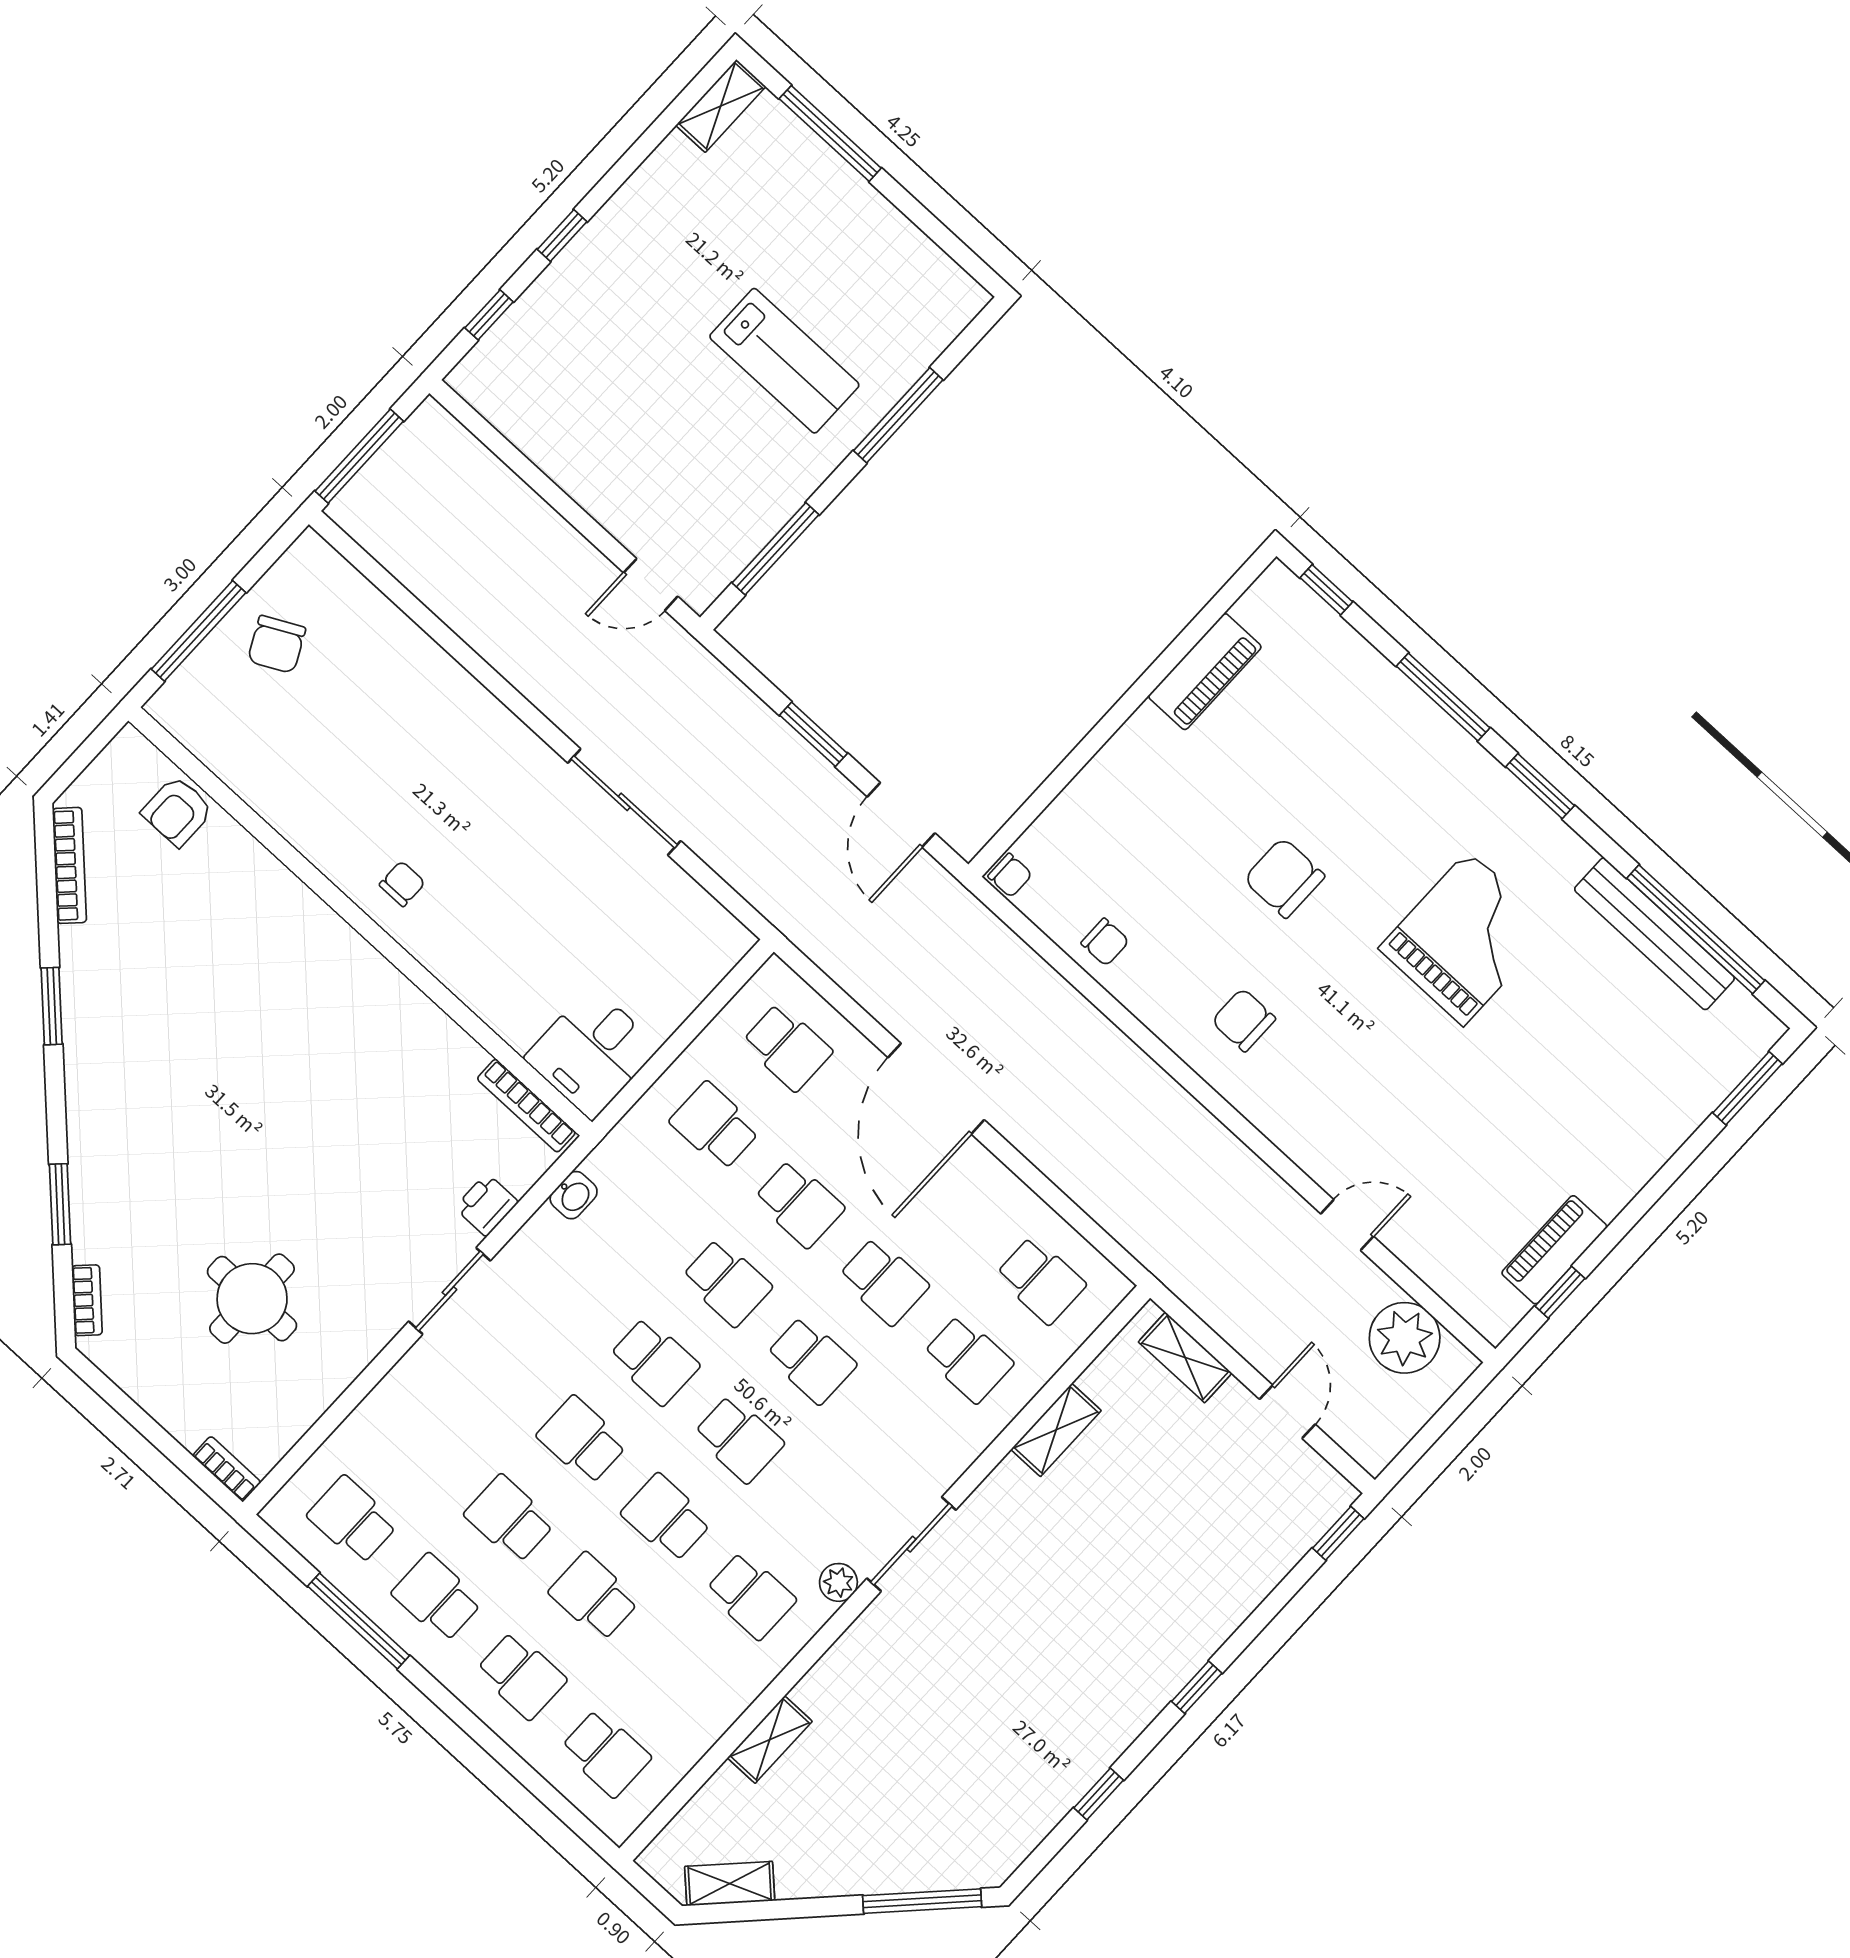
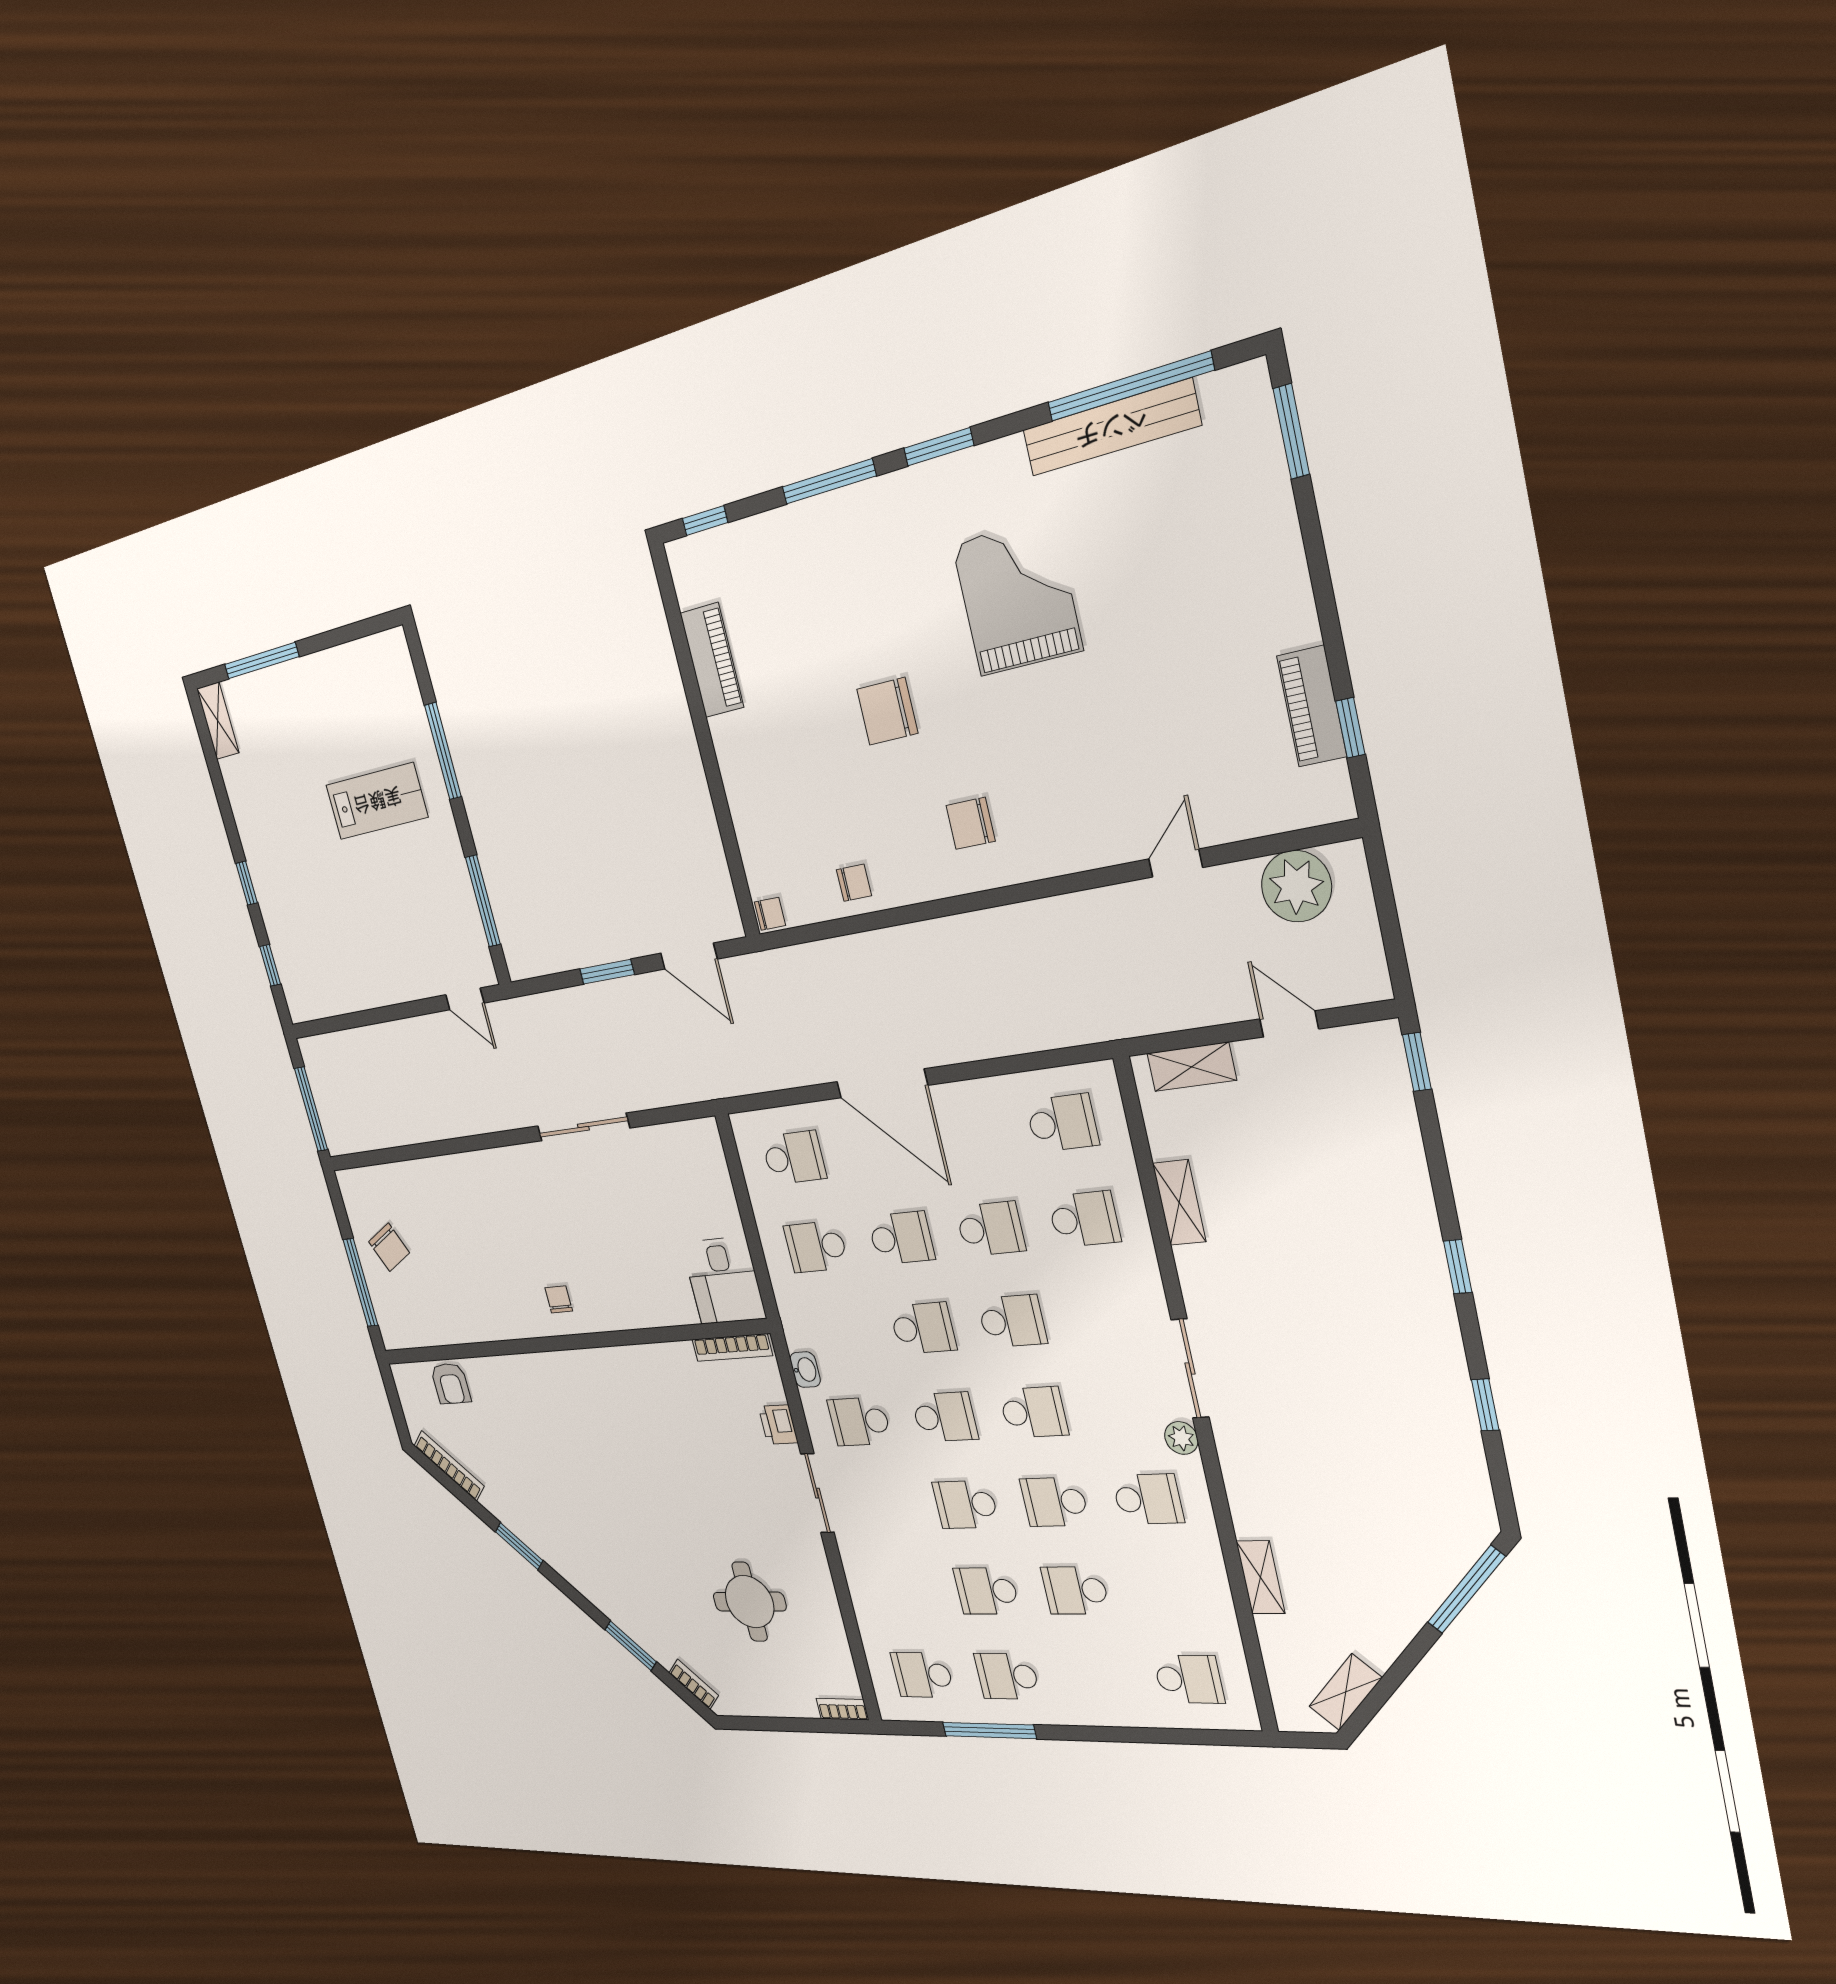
door: (651, 585) -> (465, 999), hinge flipped
school desk: (521, 1675) -> (860, 1422), moved, turned 180

